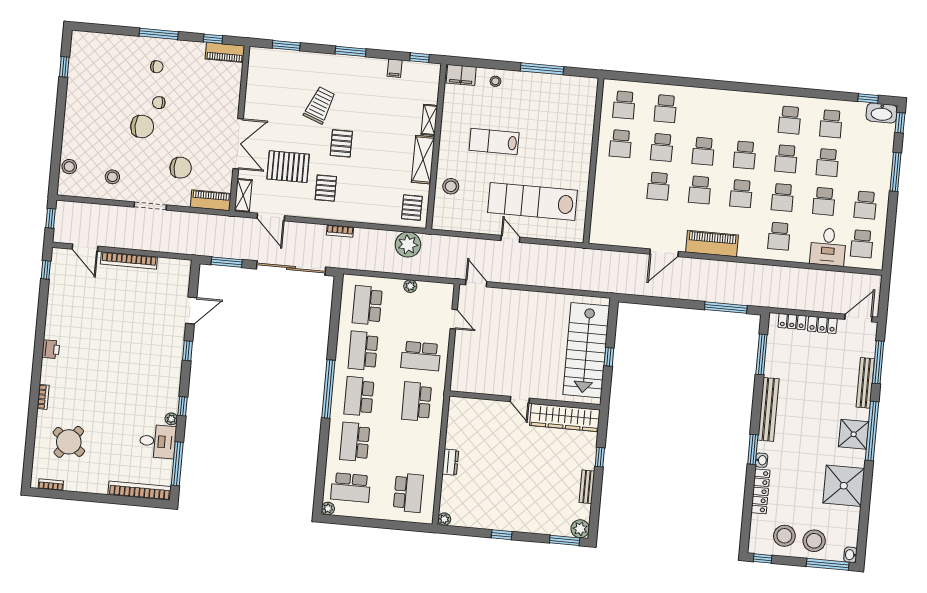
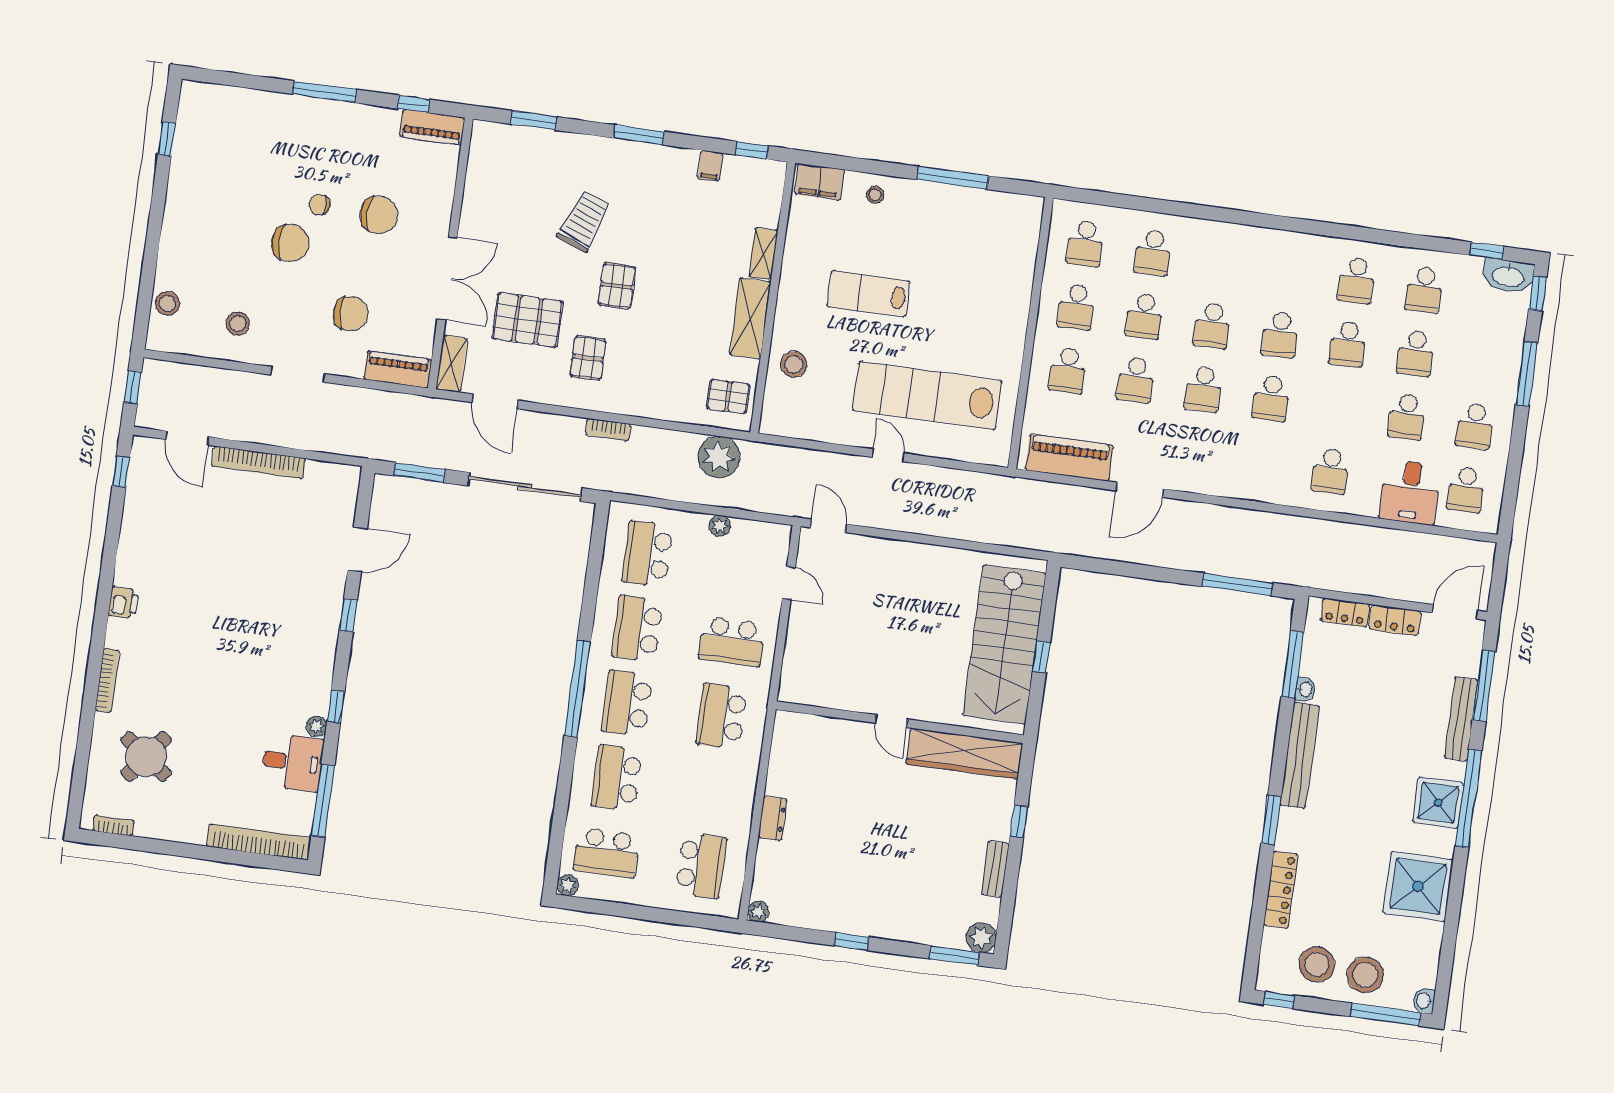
chair: (157, 67) -> (379, 215), moved, width x1.87, depth x1.87
school desk: (783, 197) -> (1068, 370), moved
pallet: (412, 208) -> (728, 396), turned 90
piano: (712, 244) -> (1069, 458), moved
bookcase: (43, 397) -> (107, 681), width x1.56
washbasin: (762, 460) -> (1305, 690), moved

